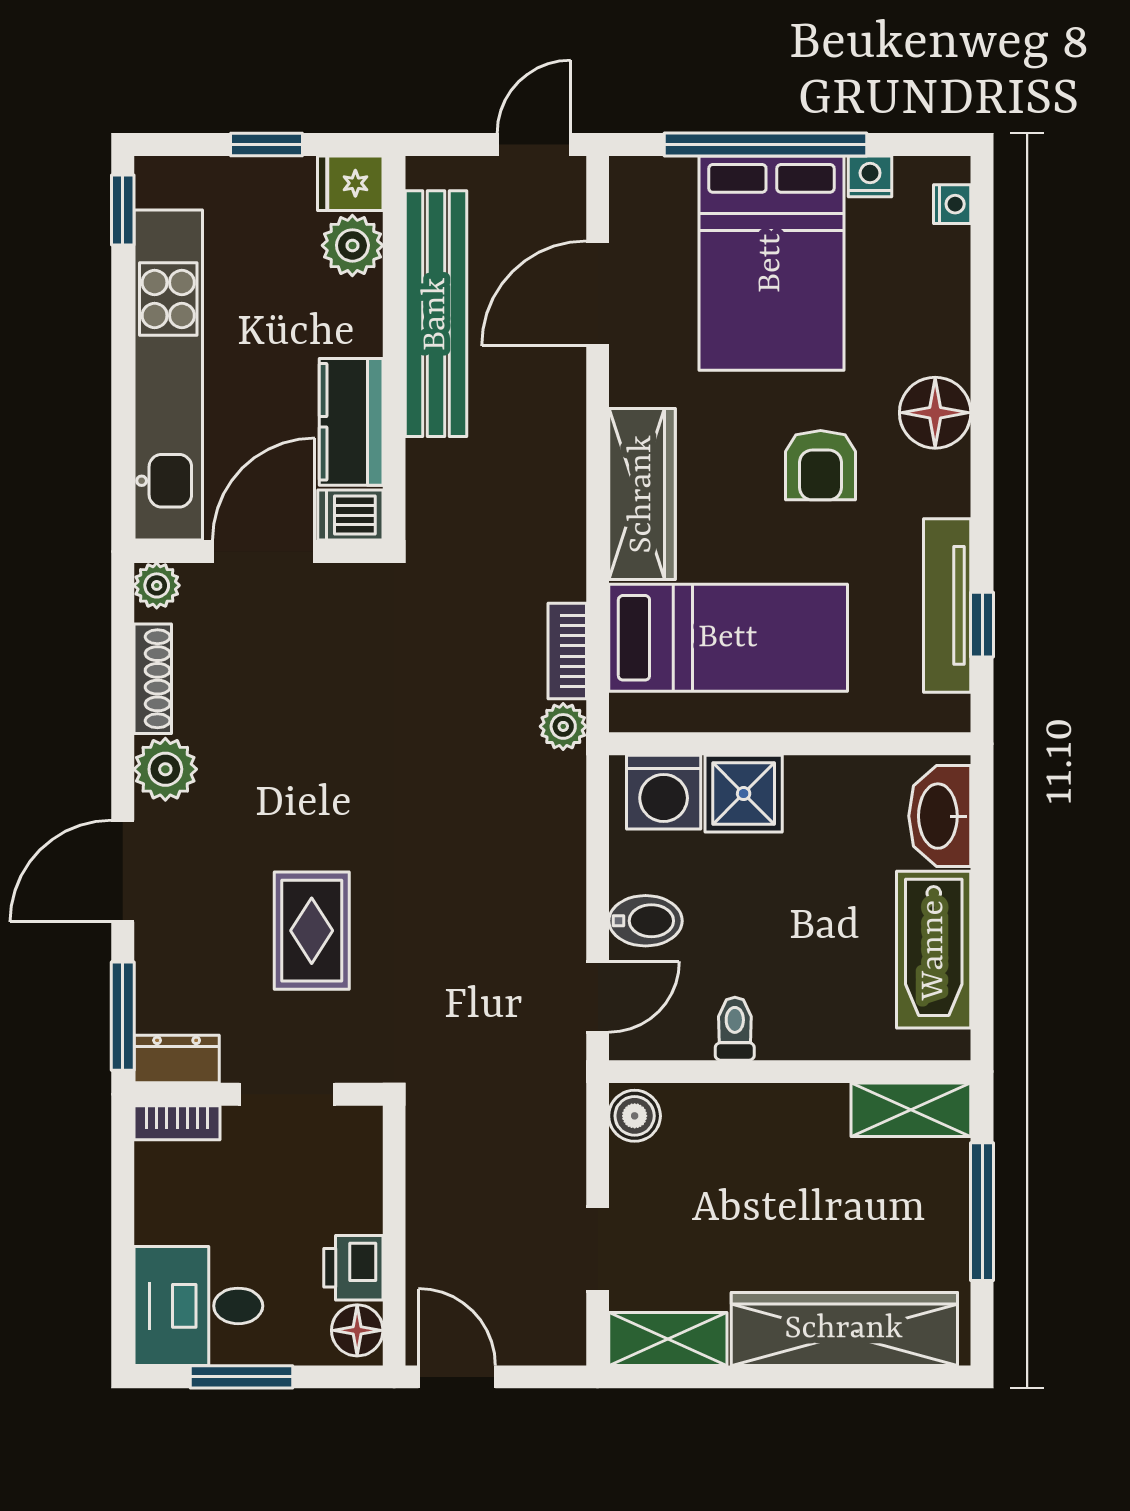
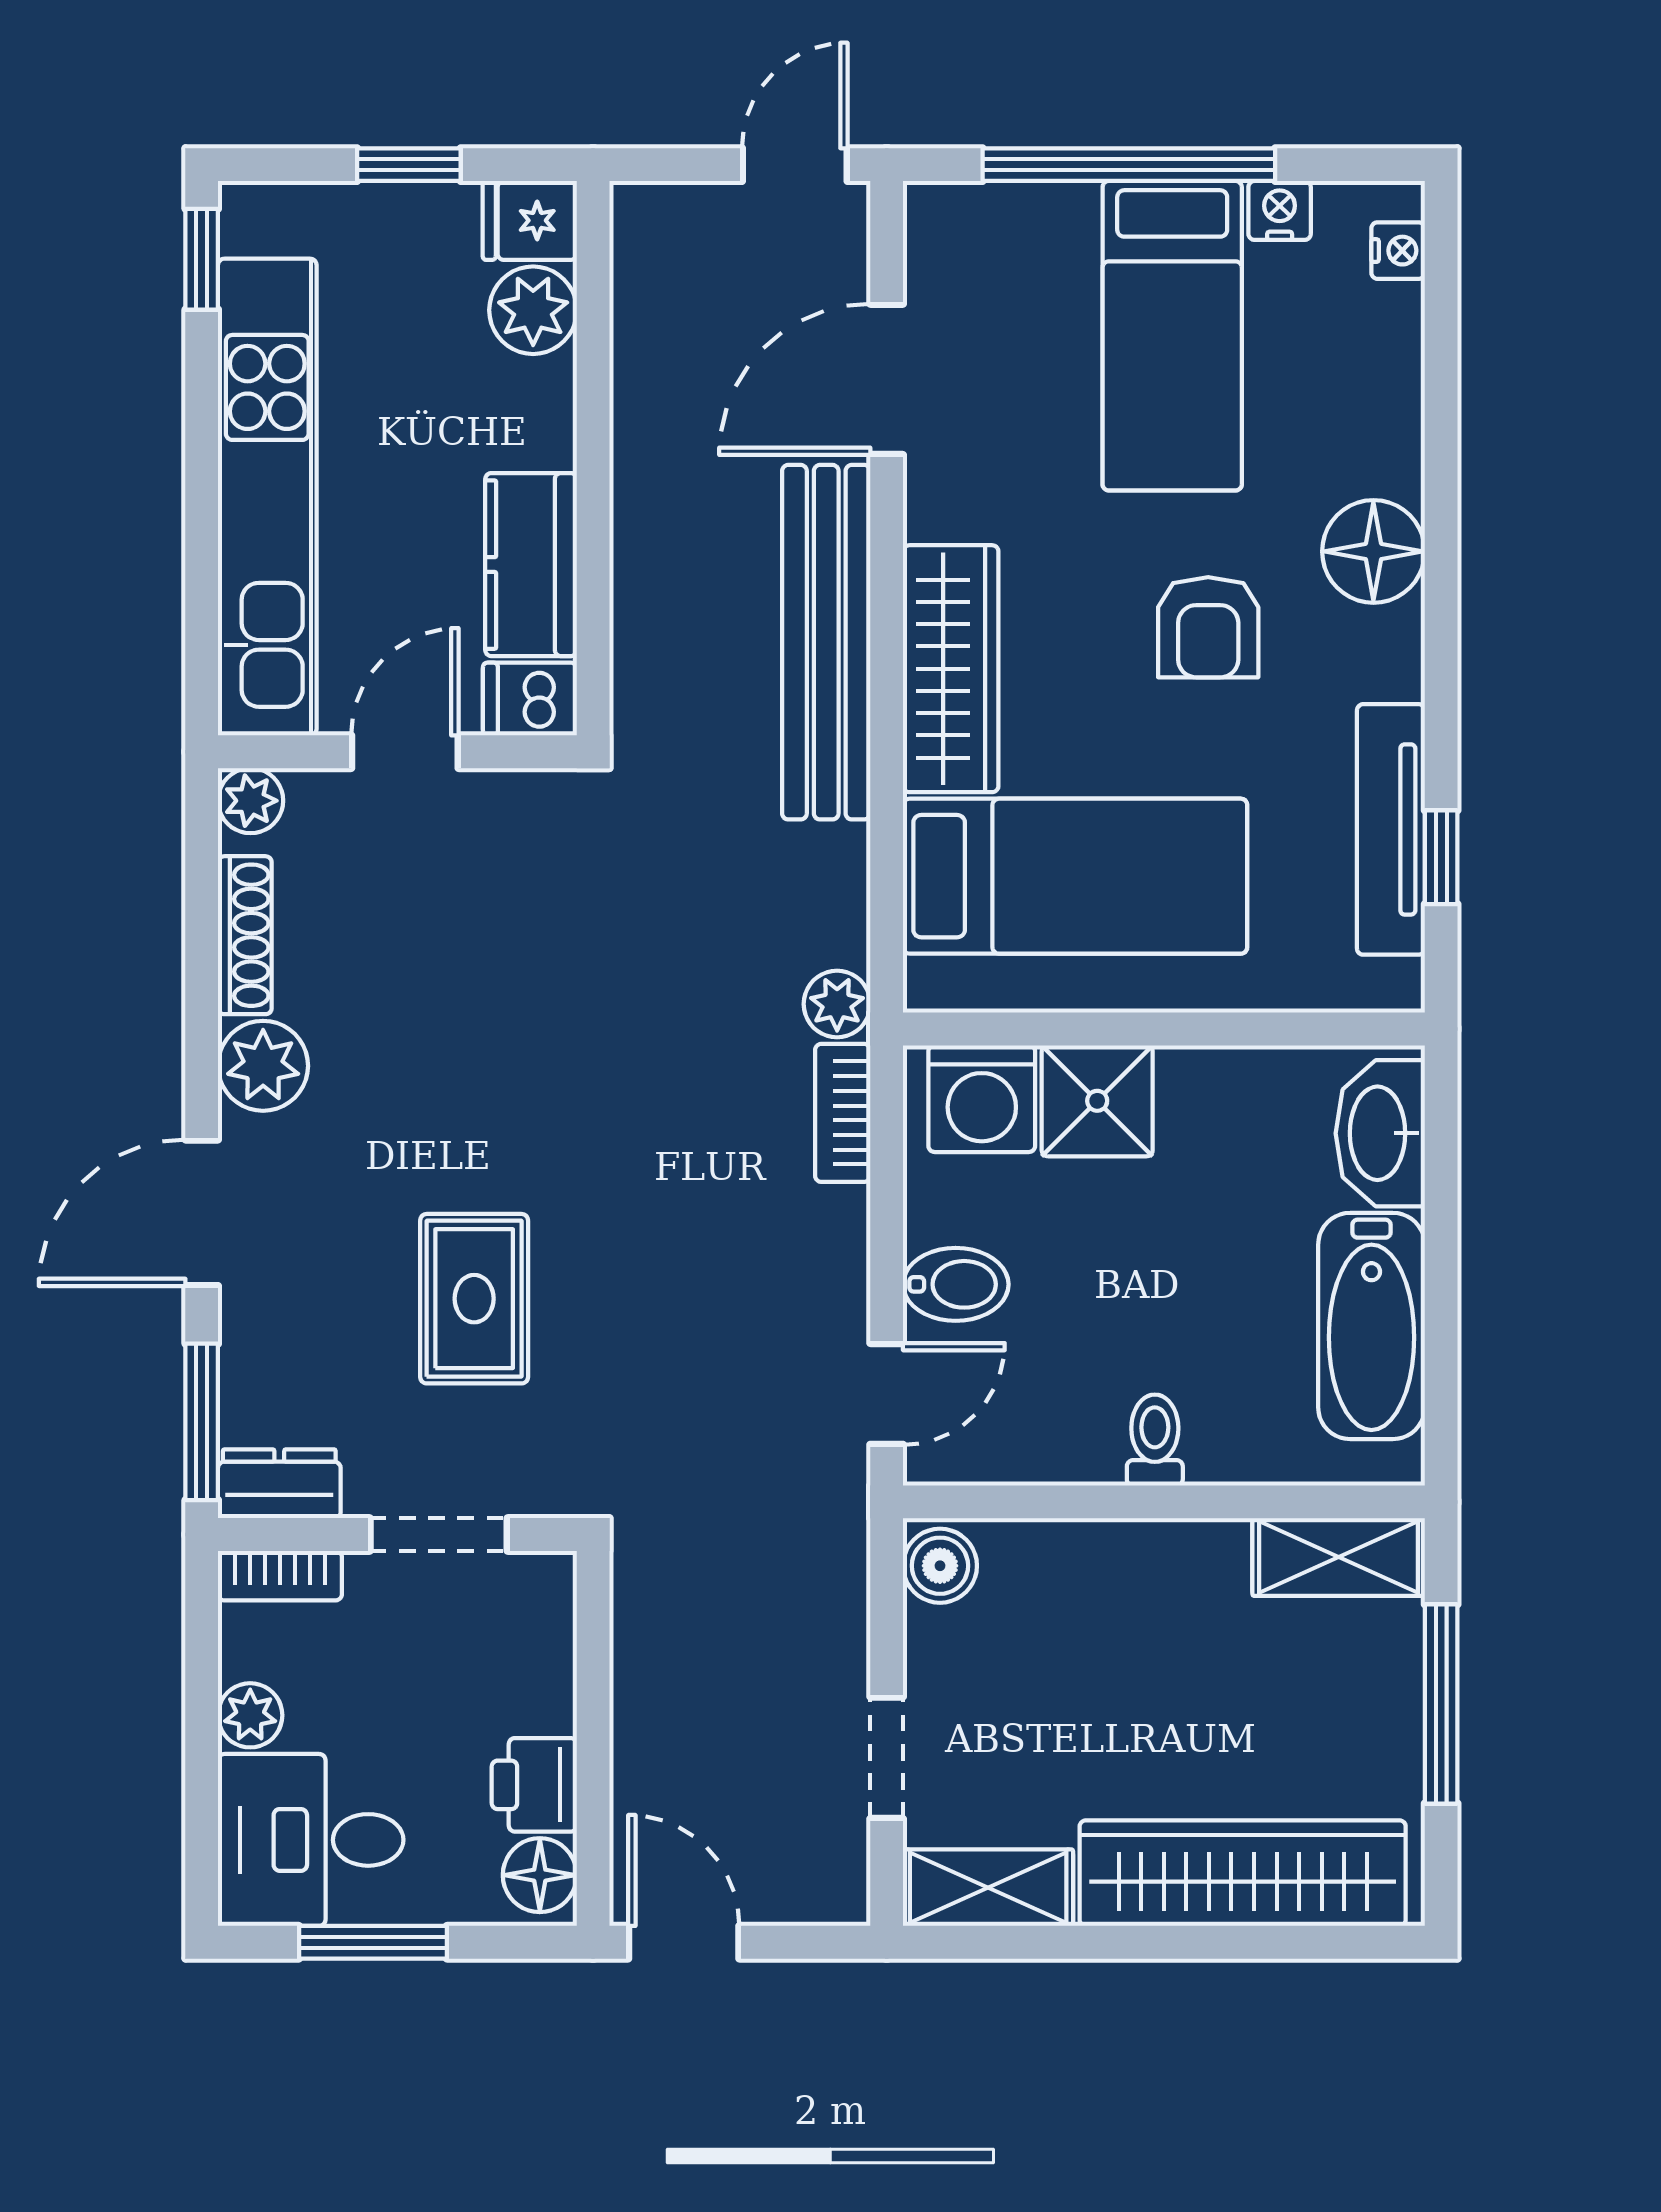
bed: (771, 263) -> (1172, 336), width x0.67
bench: (436, 314) -> (826, 642), moved
door: (264, 552) -> (405, 752), width x0.73
bookcase: (567, 651) -> (843, 1113), moved
toilet: (735, 1029) -> (1155, 1440), moved
plant: (156, 1220) -> (250, 1715), added

